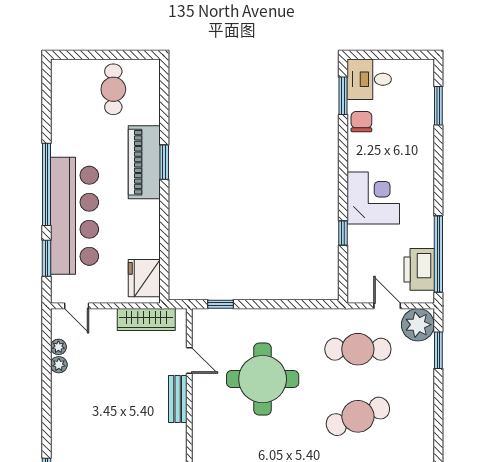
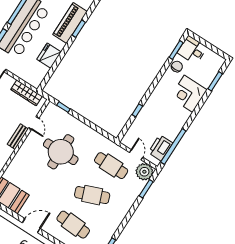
corner desk: (373, 198) -> (188, 94), moved, turned 180
fridge: (144, 278) -> (49, 56), moved

